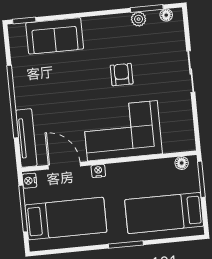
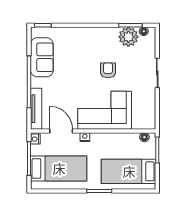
plant: (139, 19) -> (128, 37), width x1.88, depth x1.88
sofa: (55, 36) -> (42, 57), moved, turned -90

